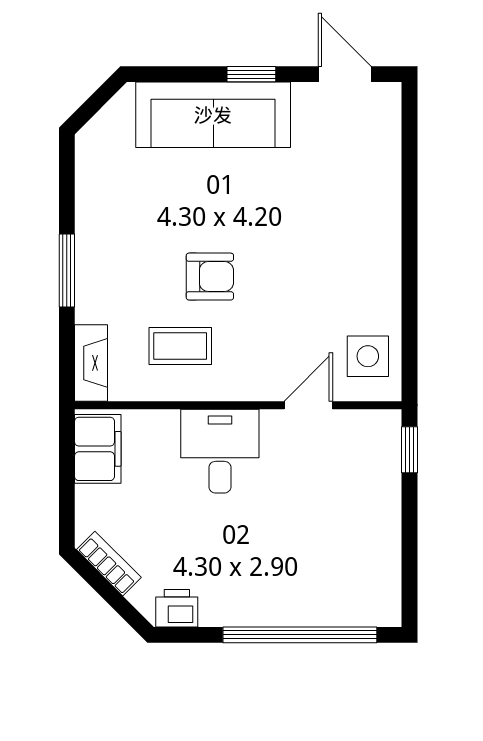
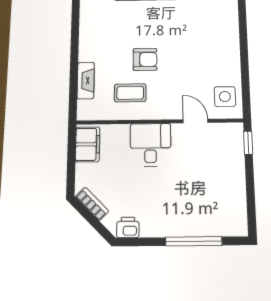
window: (67, 270) -> (74, 58), removed
fireplace: (91, 363) -> (86, 81), moved
door: (308, 405) -> (195, 121), hinge flipped
window: (300, 635) -> (194, 241), width x0.68

